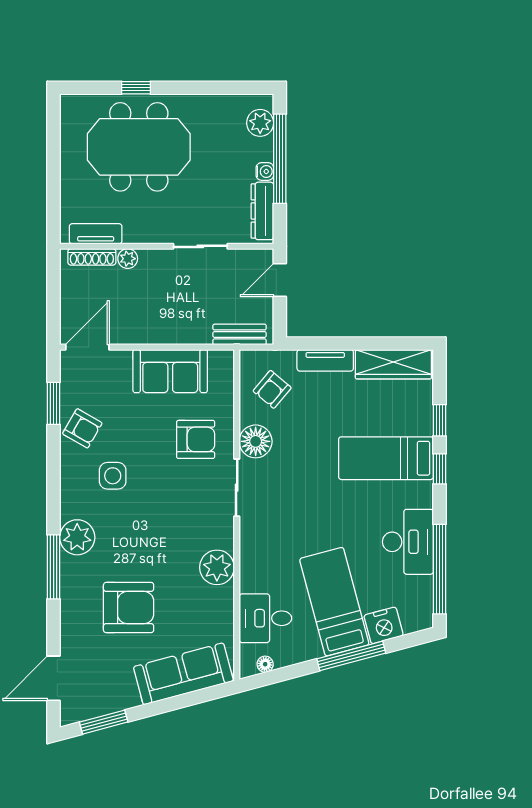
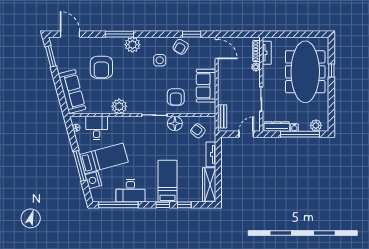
meeting table: (139, 147) -> (305, 72), width x1.36
door: (280, 280) -> (246, 134), hinge flipped

